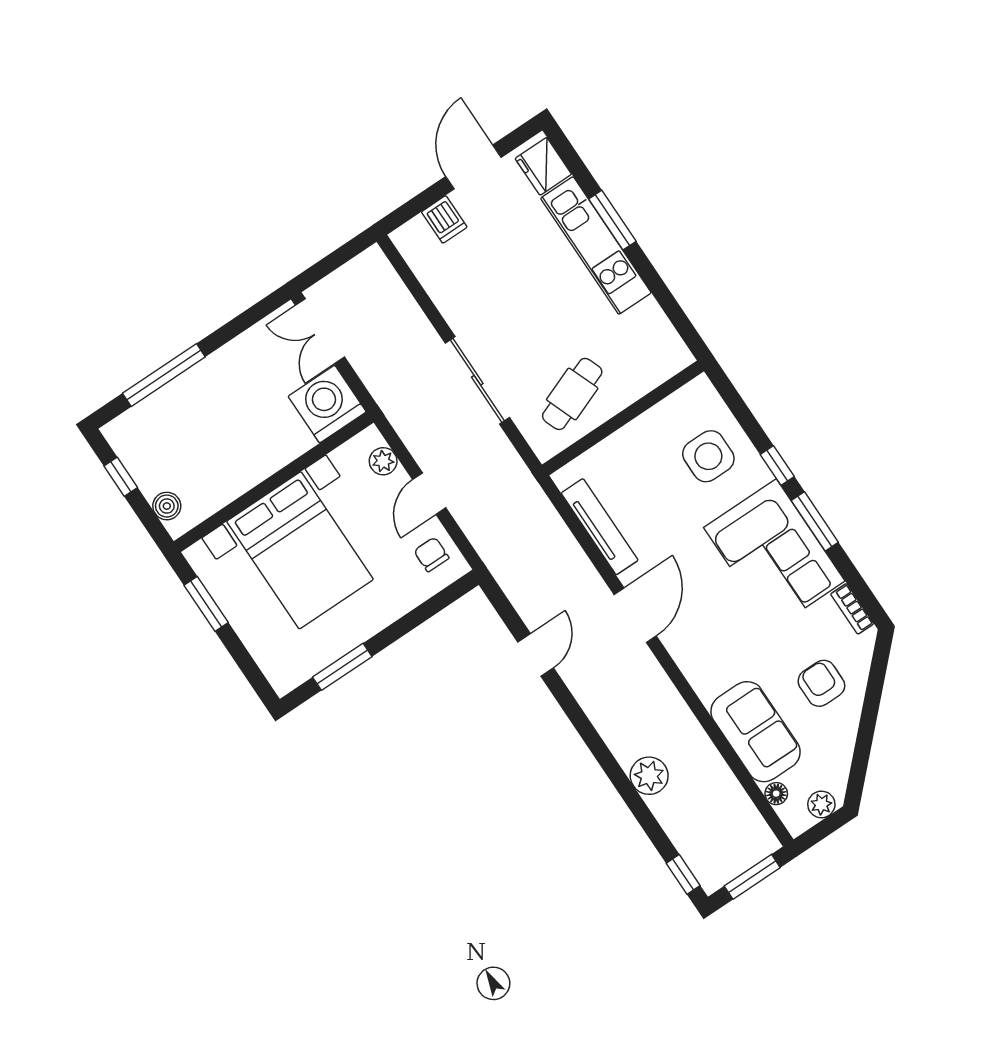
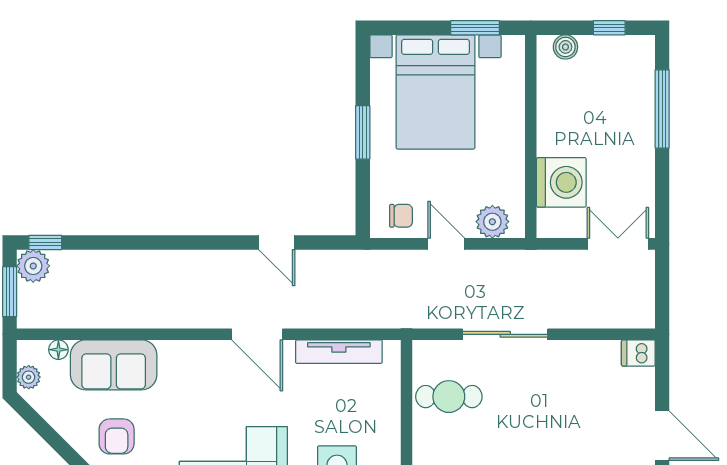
dishwasher: (444, 219) -> (638, 353), moved
cafe table: (572, 394) -> (449, 397), turned -69
washing machine: (327, 404) -> (561, 182), moved
plant: (383, 461) -> (492, 222), width x1.38, depth x1.38
bed with nightstands: (300, 550) -> (435, 92), moved, turned -90
window: (342, 667) -> (363, 132), moved
armchair: (821, 683) -> (117, 436), turned 90
plant: (649, 776) -> (33, 266), moved

